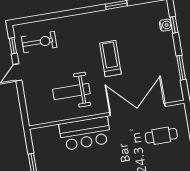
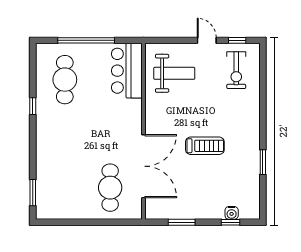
weight bench: (71, 91) -> (174, 73), moved, turned 90
bar counter: (85, 133) -> (127, 71), moved
cafe table: (161, 136) -> (110, 188), width x1.37, depth x1.35

